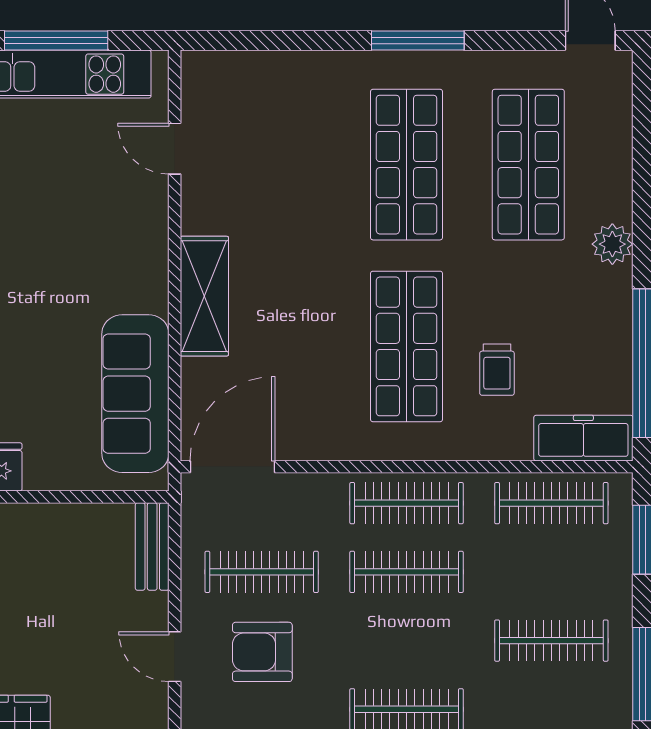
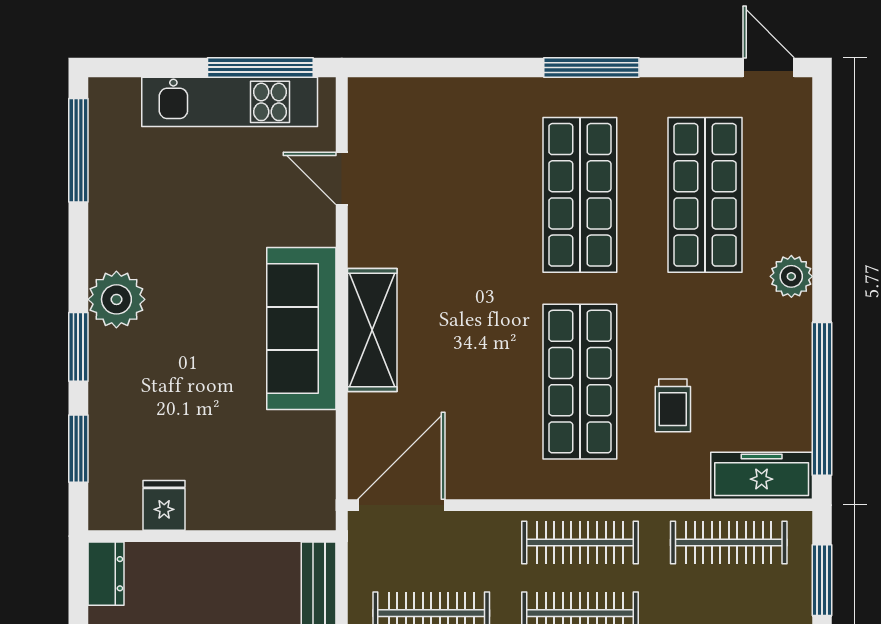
window: (56, 41) -> (260, 67), moved
sofa: (135, 394) -> (301, 328), moved

